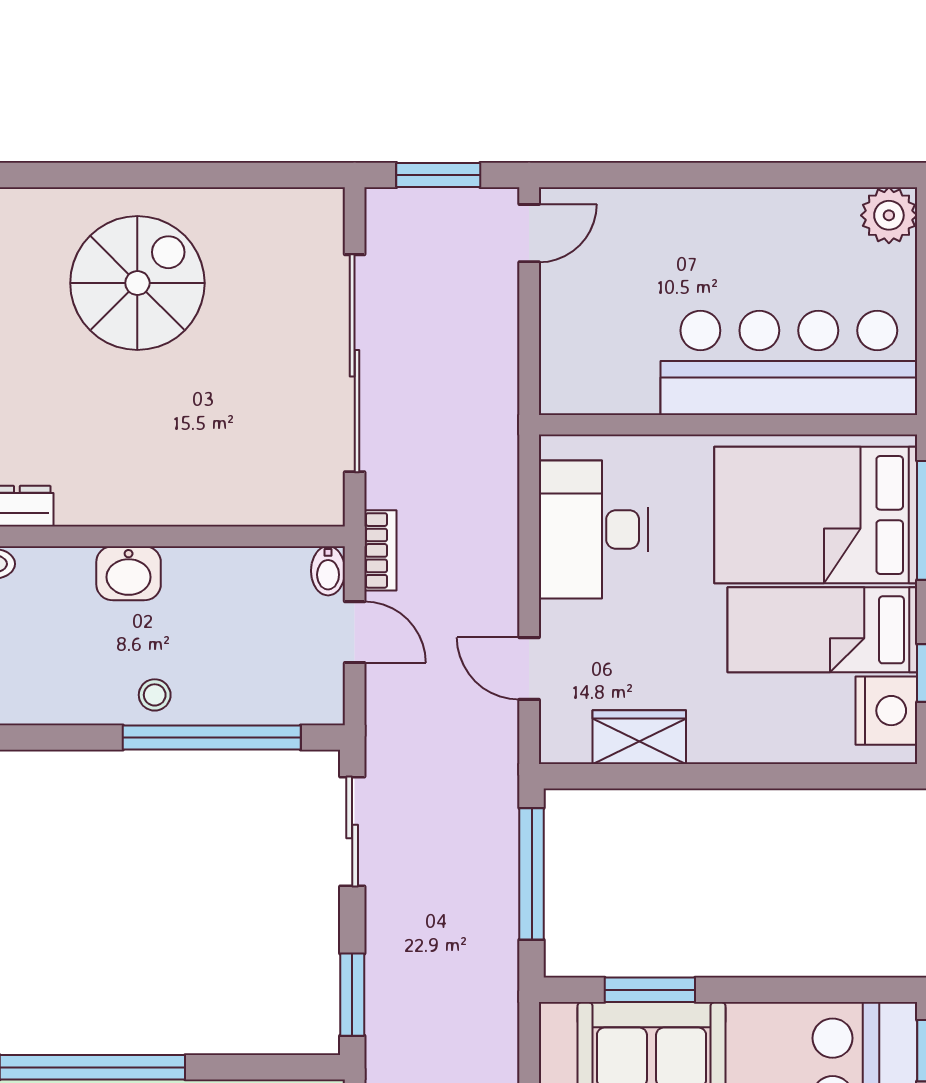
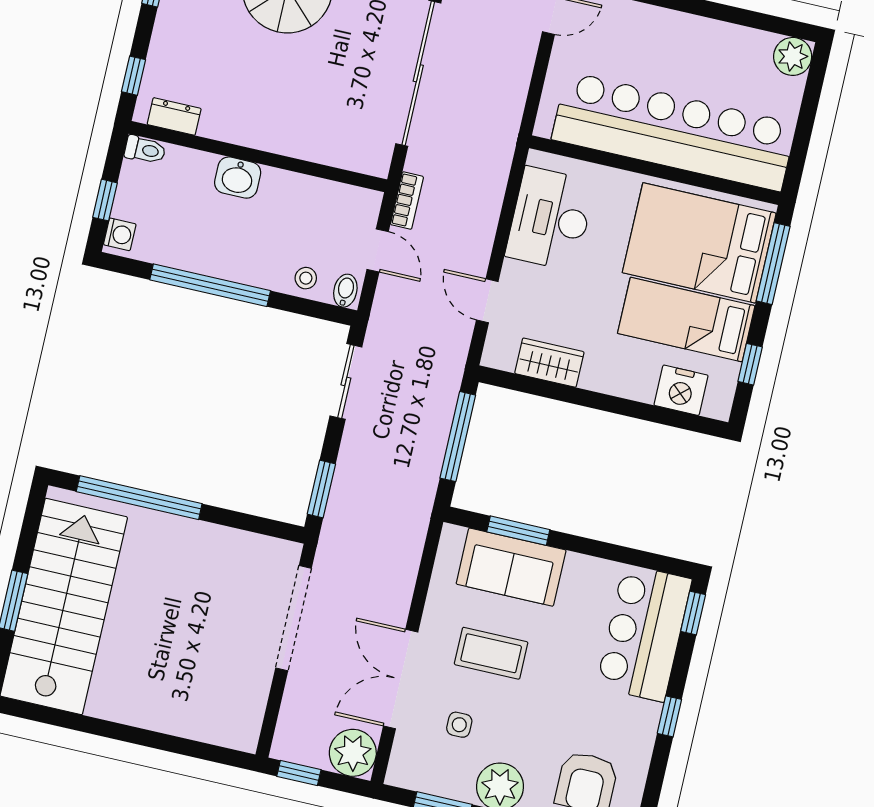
bar counter: (789, 363) -> (674, 132), width x1.36
bidet: (328, 571) -> (345, 291), moved, turned 180
stool: (155, 695) -> (306, 278), moved
nightstand: (886, 711) -> (681, 390), moved, turned 90
window: (212, 738) -> (210, 285), moved

